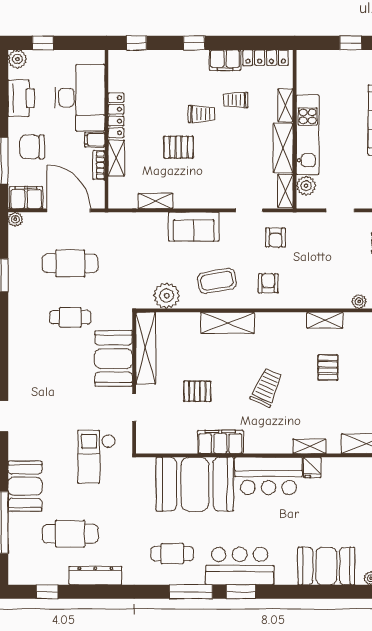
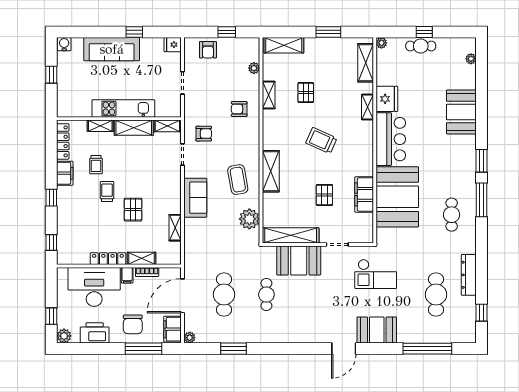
plant: (306, 186) -> (163, 110), removed
armchair: (268, 283) -> (239, 109), moved
pallet: (328, 368) -> (306, 93), turned 90
filing cabinet: (220, 442) -> (364, 194), moved
fridge: (312, 467) -> (387, 99), width x1.88, depth x1.34
booth: (25, 486) -> (377, 330), moved
bar counter: (240, 566) -> (461, 162), removed
booth: (326, 566) -> (461, 112), moved

